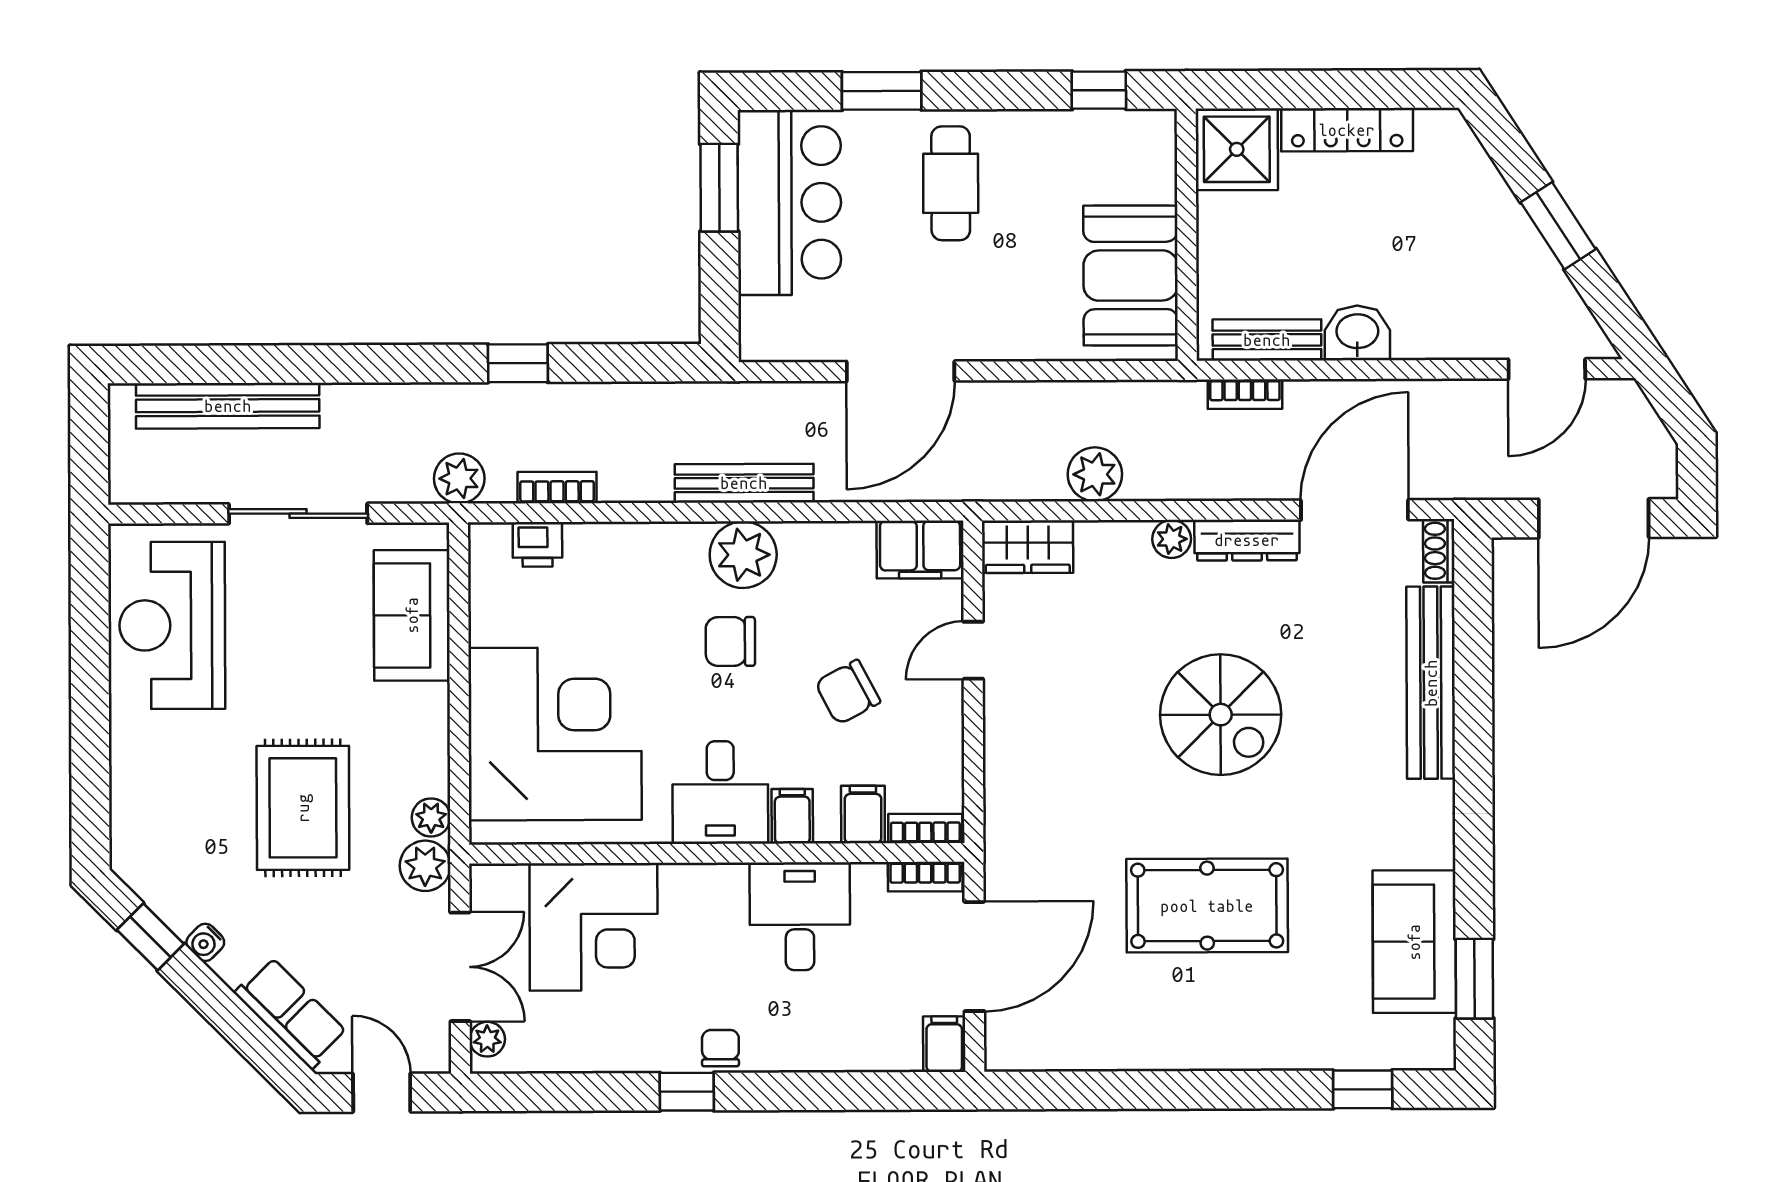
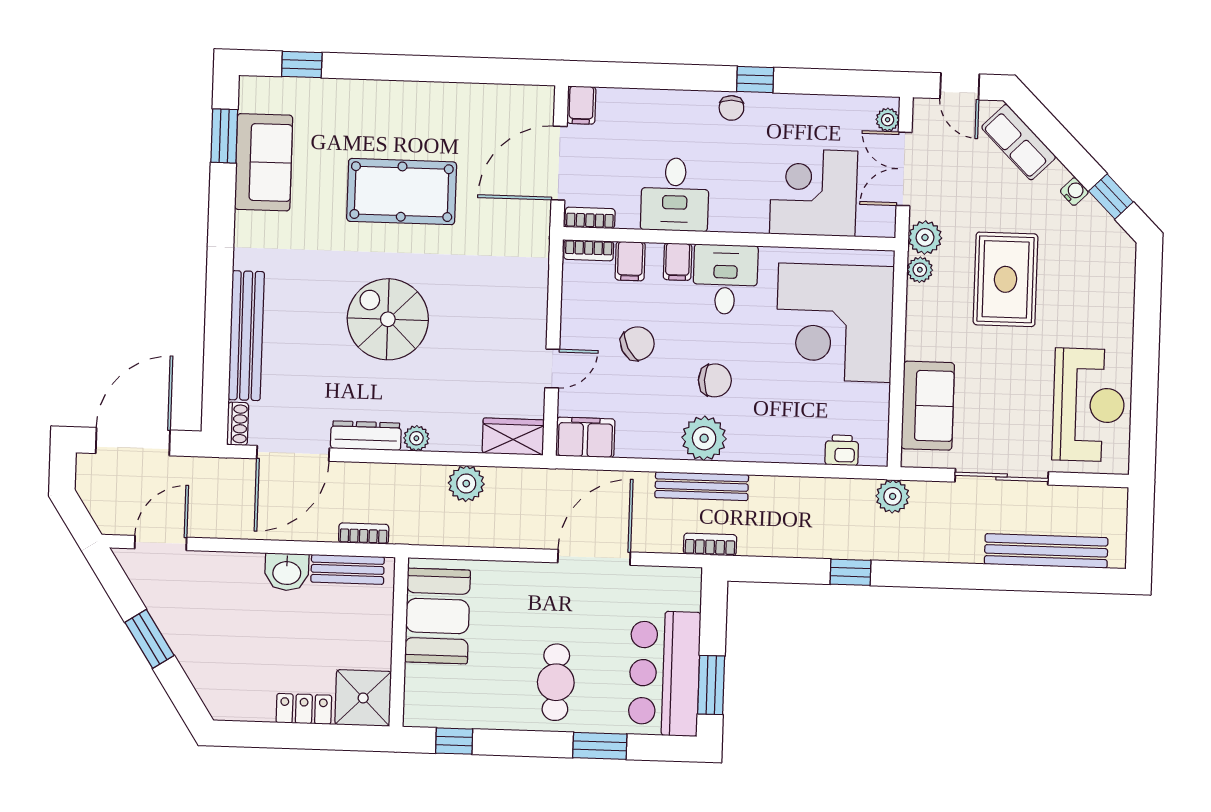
locker: (1347, 130) -> (304, 709), width x0.66
bookcase: (557, 488) -> (710, 544), moved, turned 180

